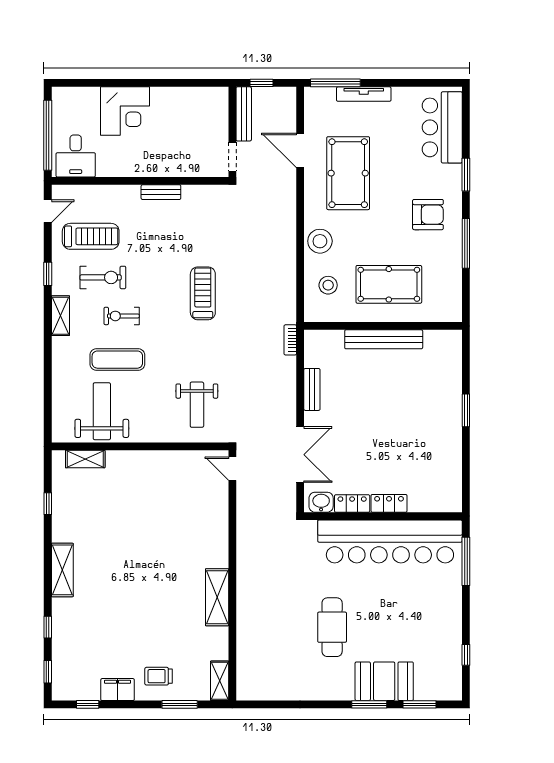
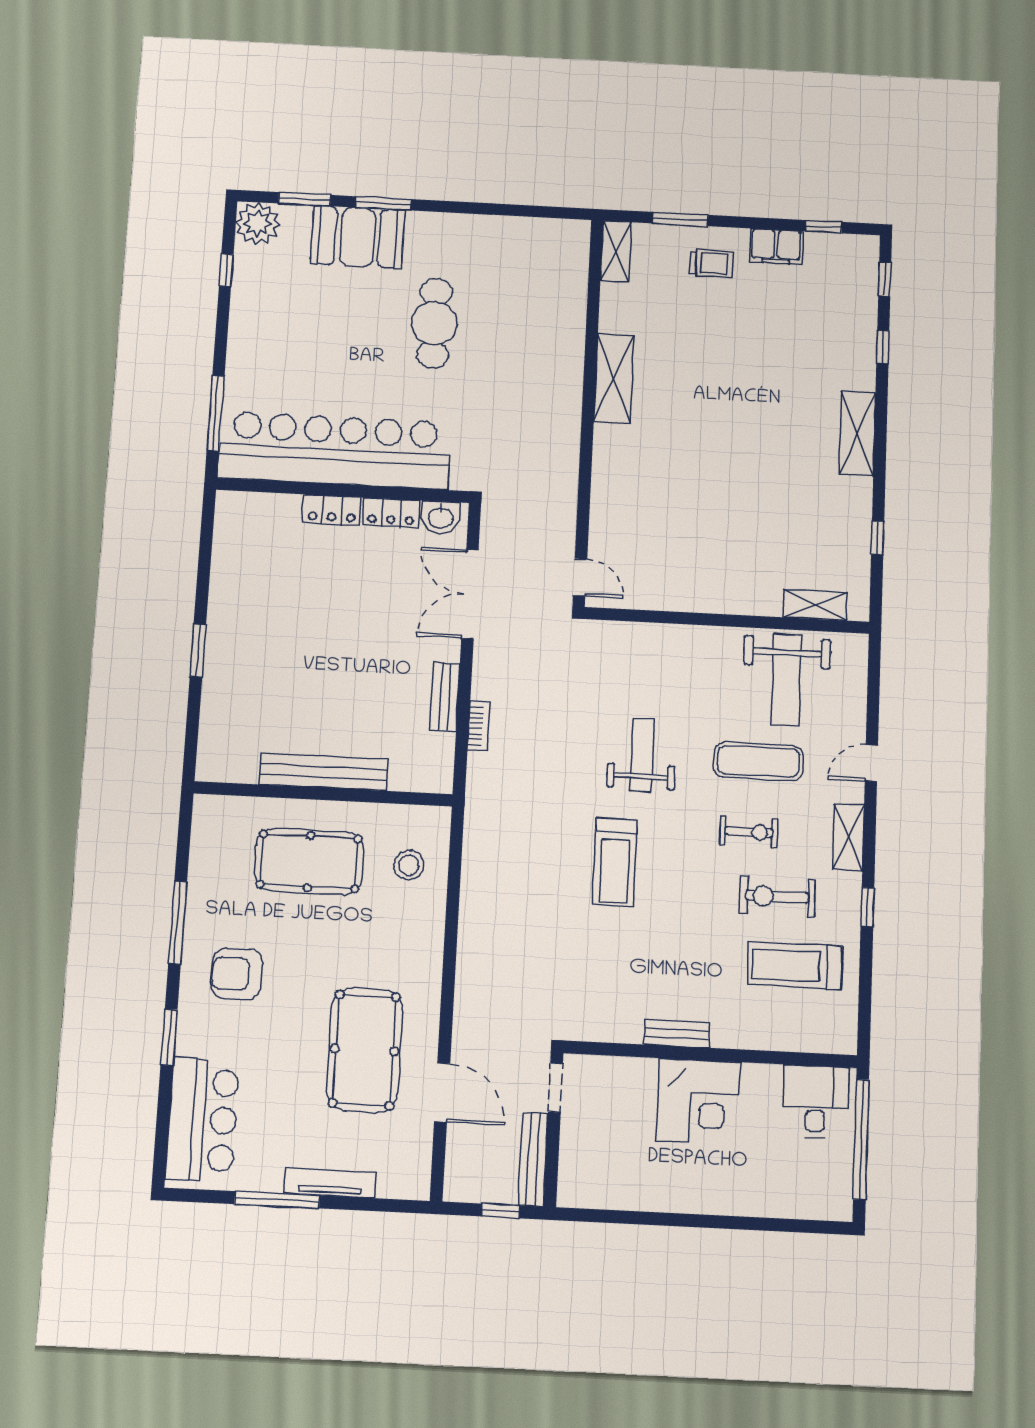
window: (335, 83) -> (277, 1200), moved
corner desk: (125, 111) -> (698, 1101), moved, turned 180
door: (48, 211) -> (871, 763), moved
stool: (320, 241) -> (418, 938), removed
bookcase: (290, 340) -> (479, 726), moved
weight bench: (197, 405) -> (642, 754), moved
plant: (448, 687) -> (258, 223), added

